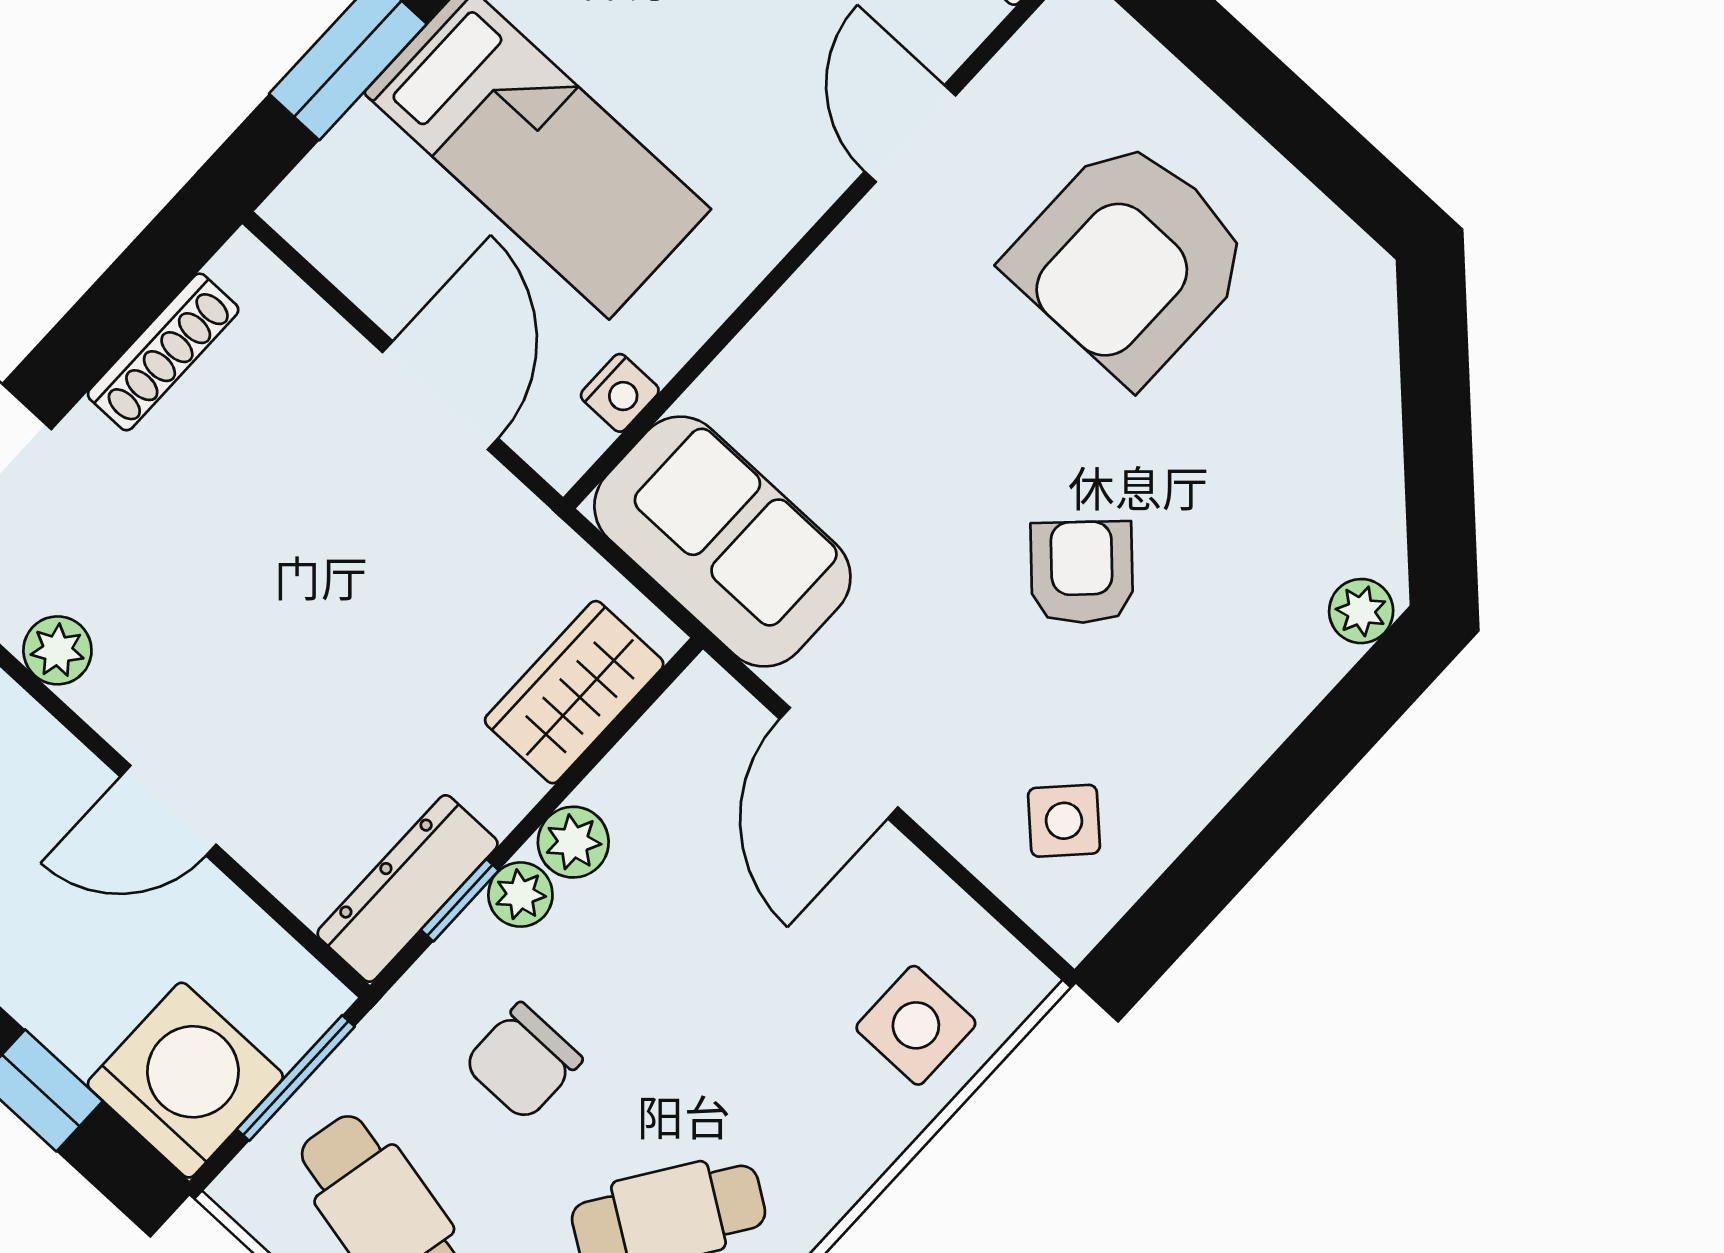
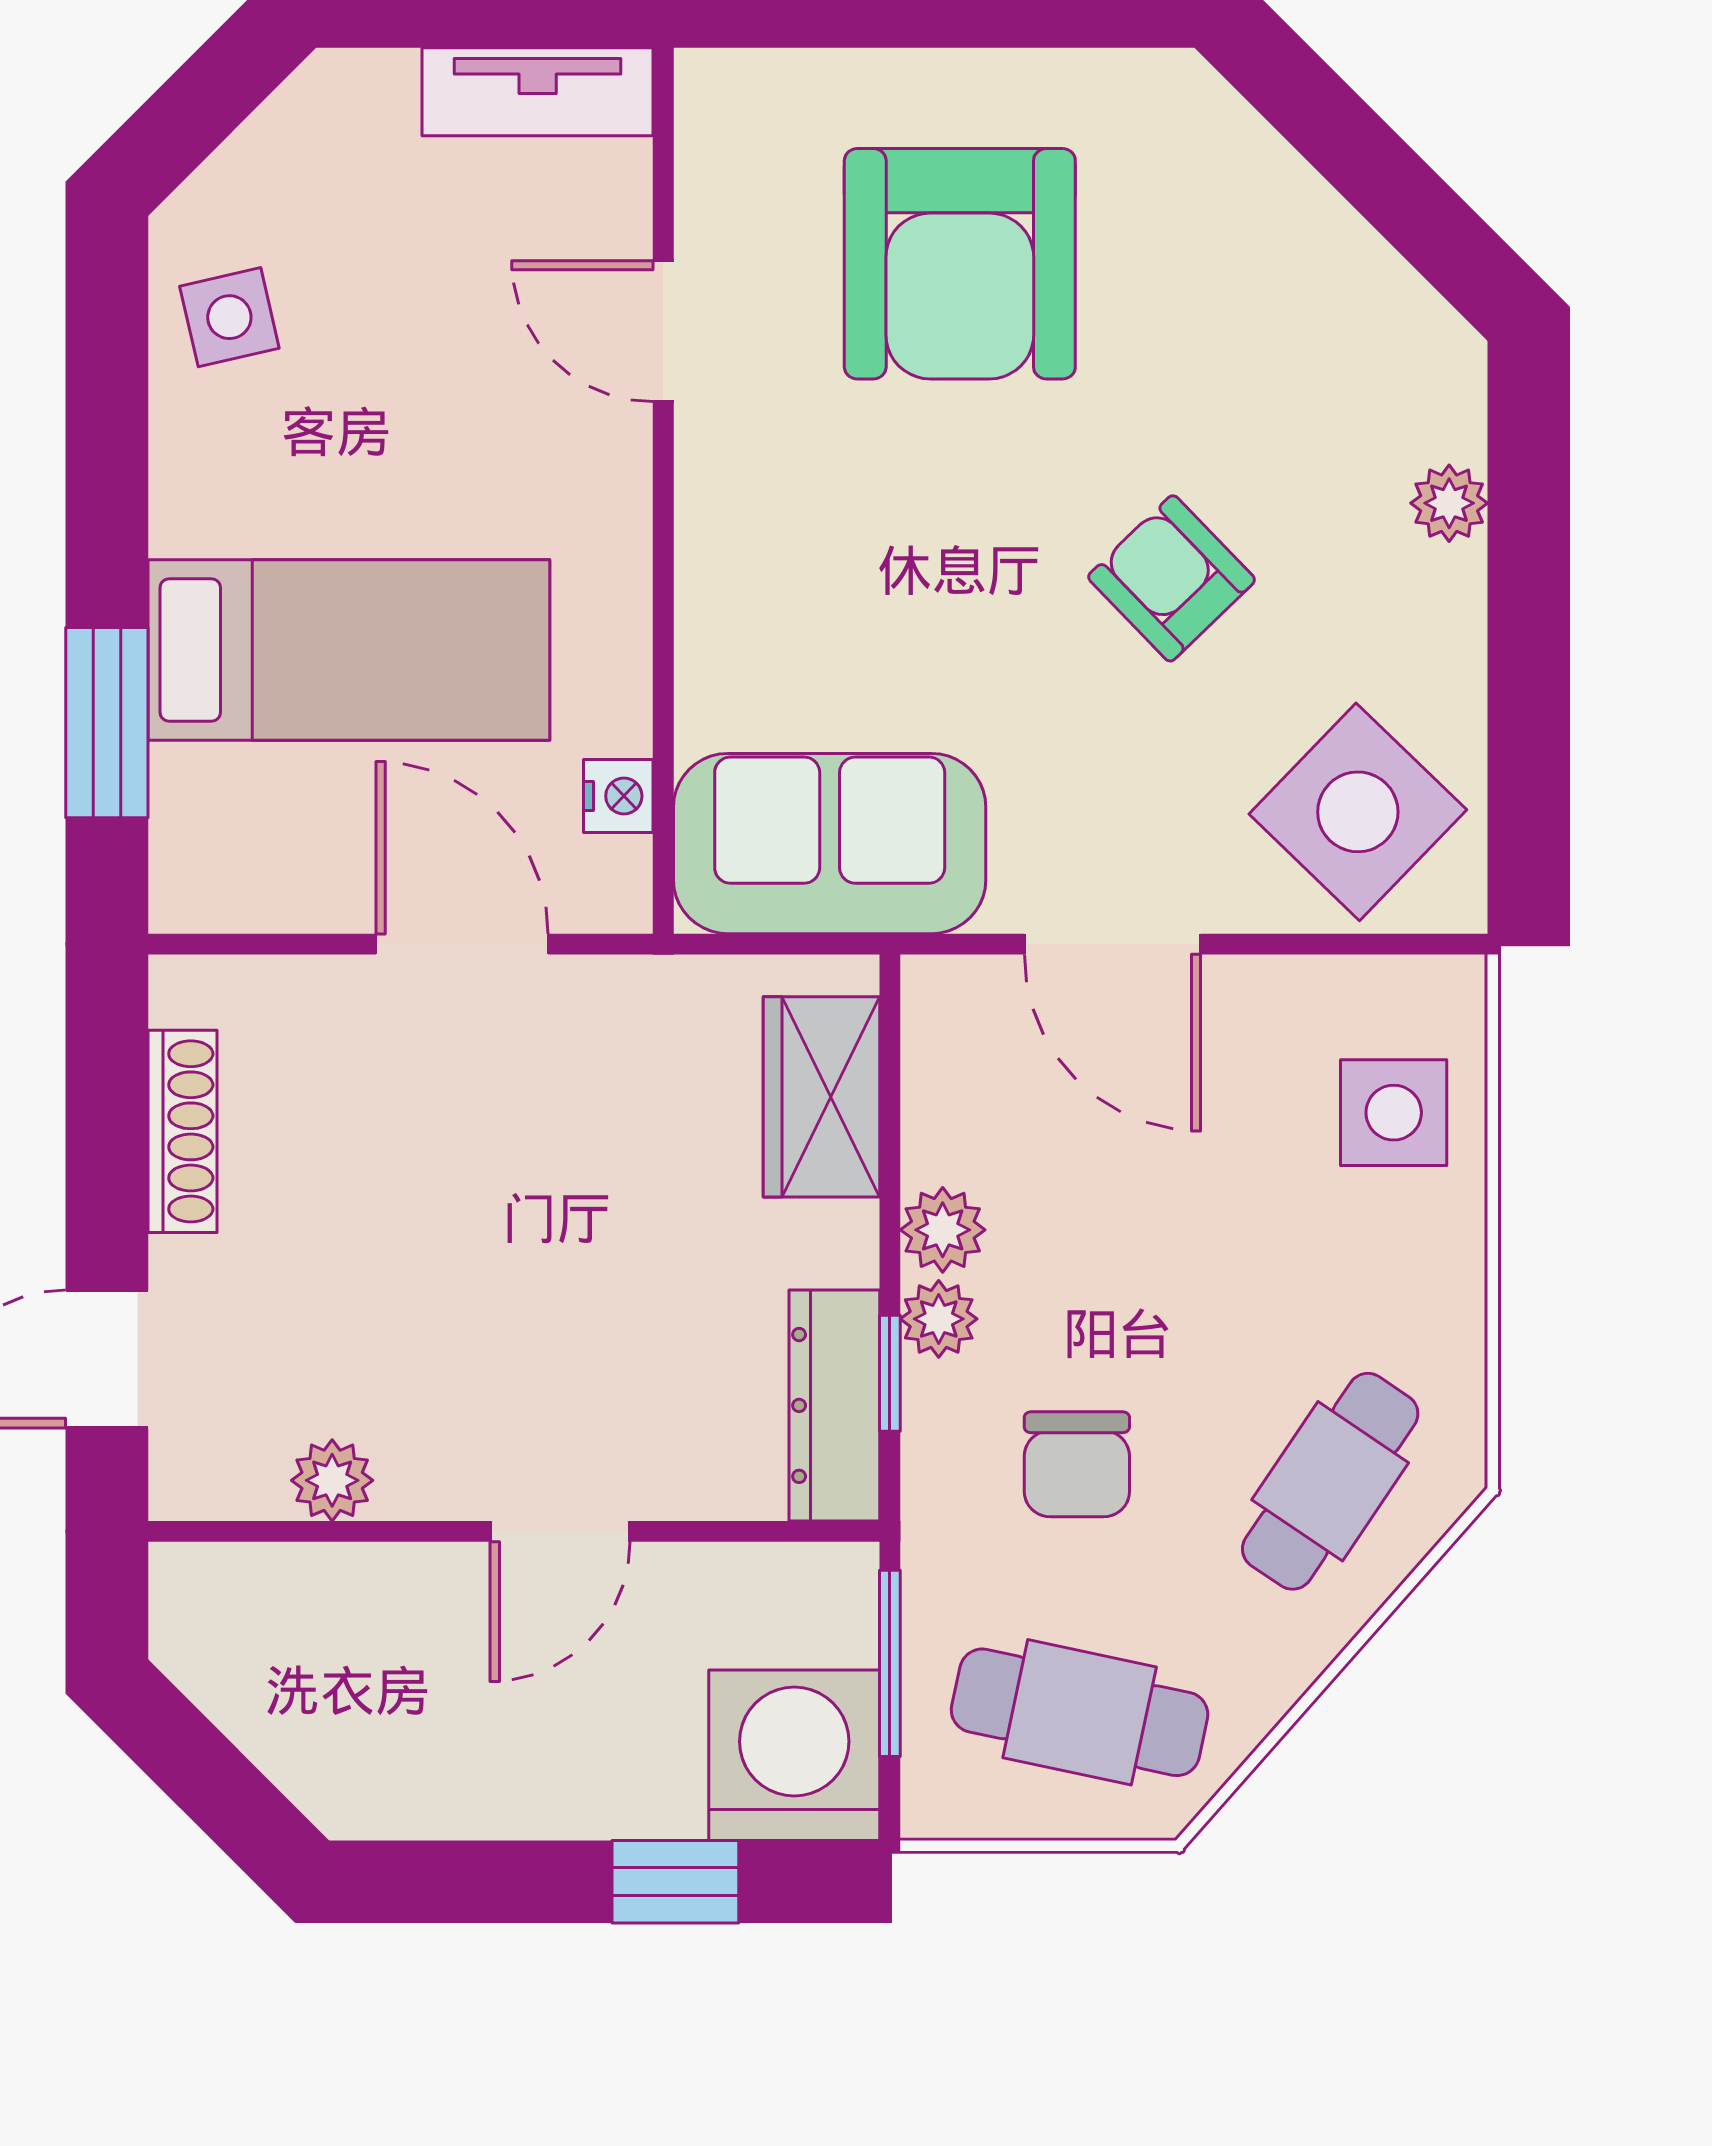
plant: (1361, 611) -> (1449, 503), moved
side table: (1064, 821) -> (1358, 812), width x1.87, depth x1.87

